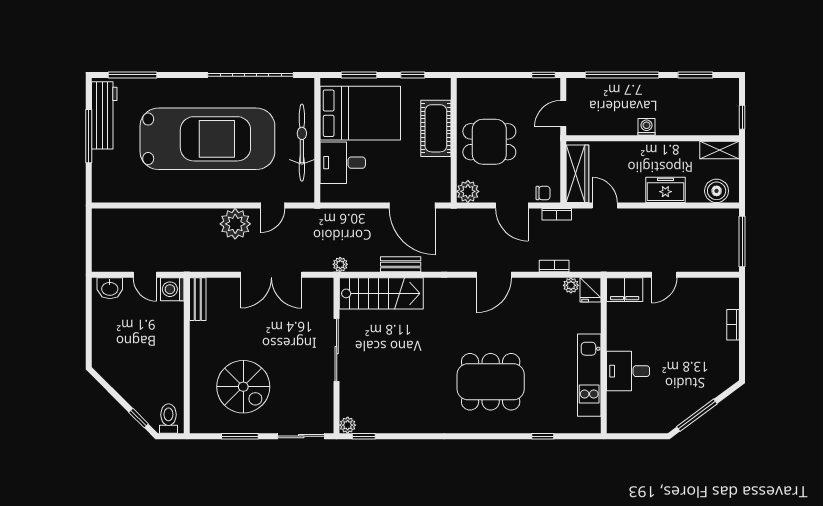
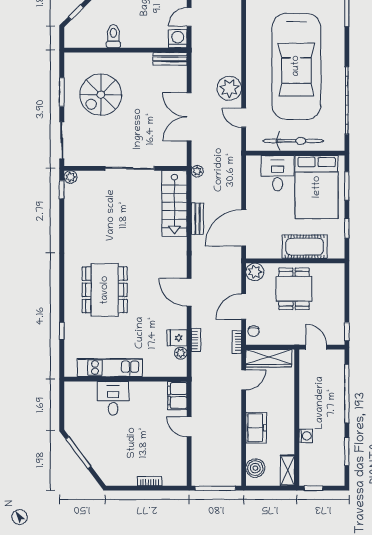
washing machine: (647, 127) -> (306, 436), moved
fridge: (590, 290) -> (177, 338), moved
toilet: (168, 419) -> (113, 36), moved, turned -90

